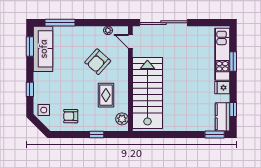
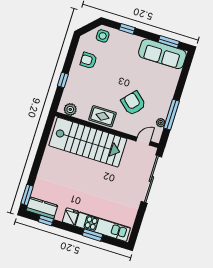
window: (60, 23) -> (171, 115), moved
rug: (106, 95) -> (102, 116), moved
armchair: (71, 116) -> (89, 60), turned -90

